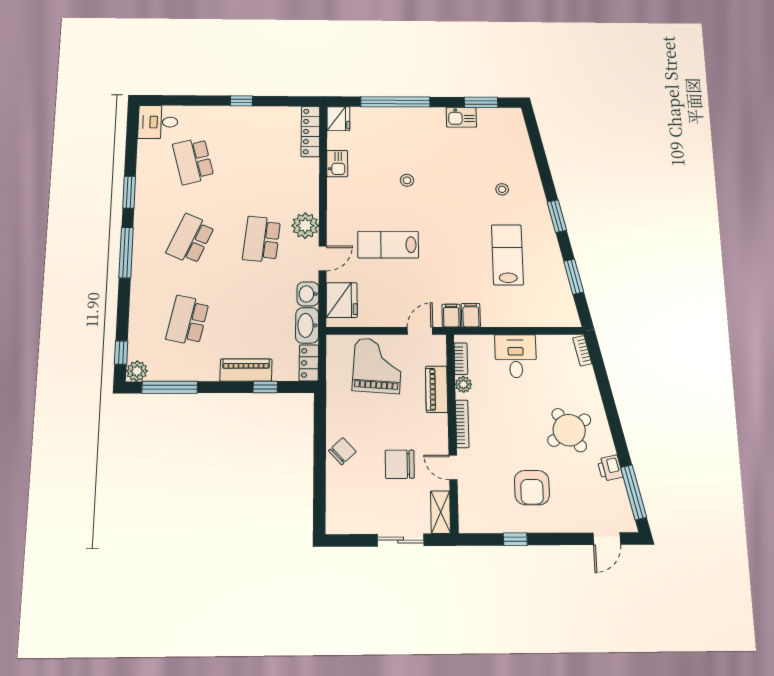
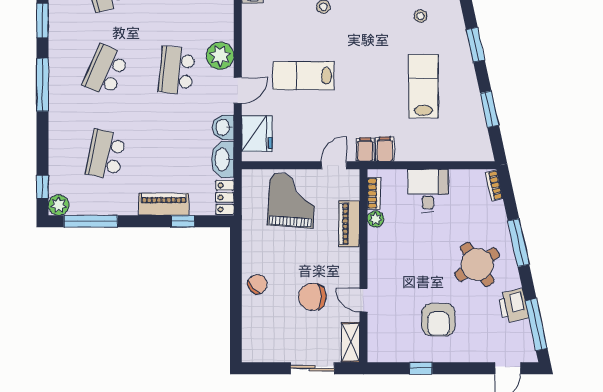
window: (610, 408) -> (518, 243), added
bookcase: (462, 424) -> (373, 258), removed
printer: (610, 468) -> (513, 306), width x1.36, depth x1.24

